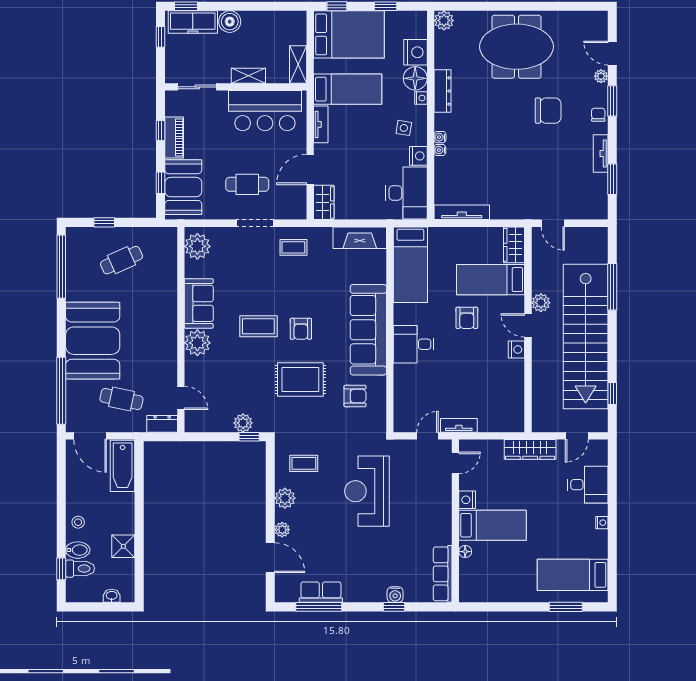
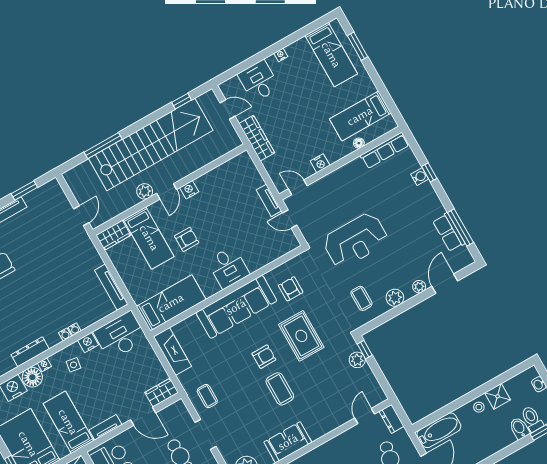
plant: (197, 343) -> (317, 427), removed
stool: (78, 522) -> (479, 407), moved
bed: (493, 525) -> (360, 116), moved, turned -90

